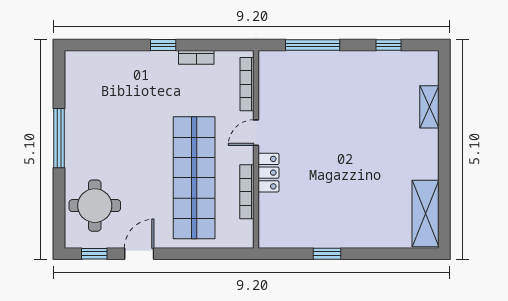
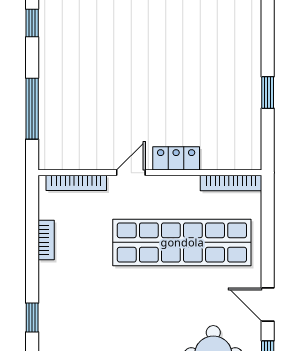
window: (163, 45) -> (32, 317), moved
door: (256, 133) -> (131, 173), swing flipped
bookcase: (247, 192) -> (231, 183), moved

